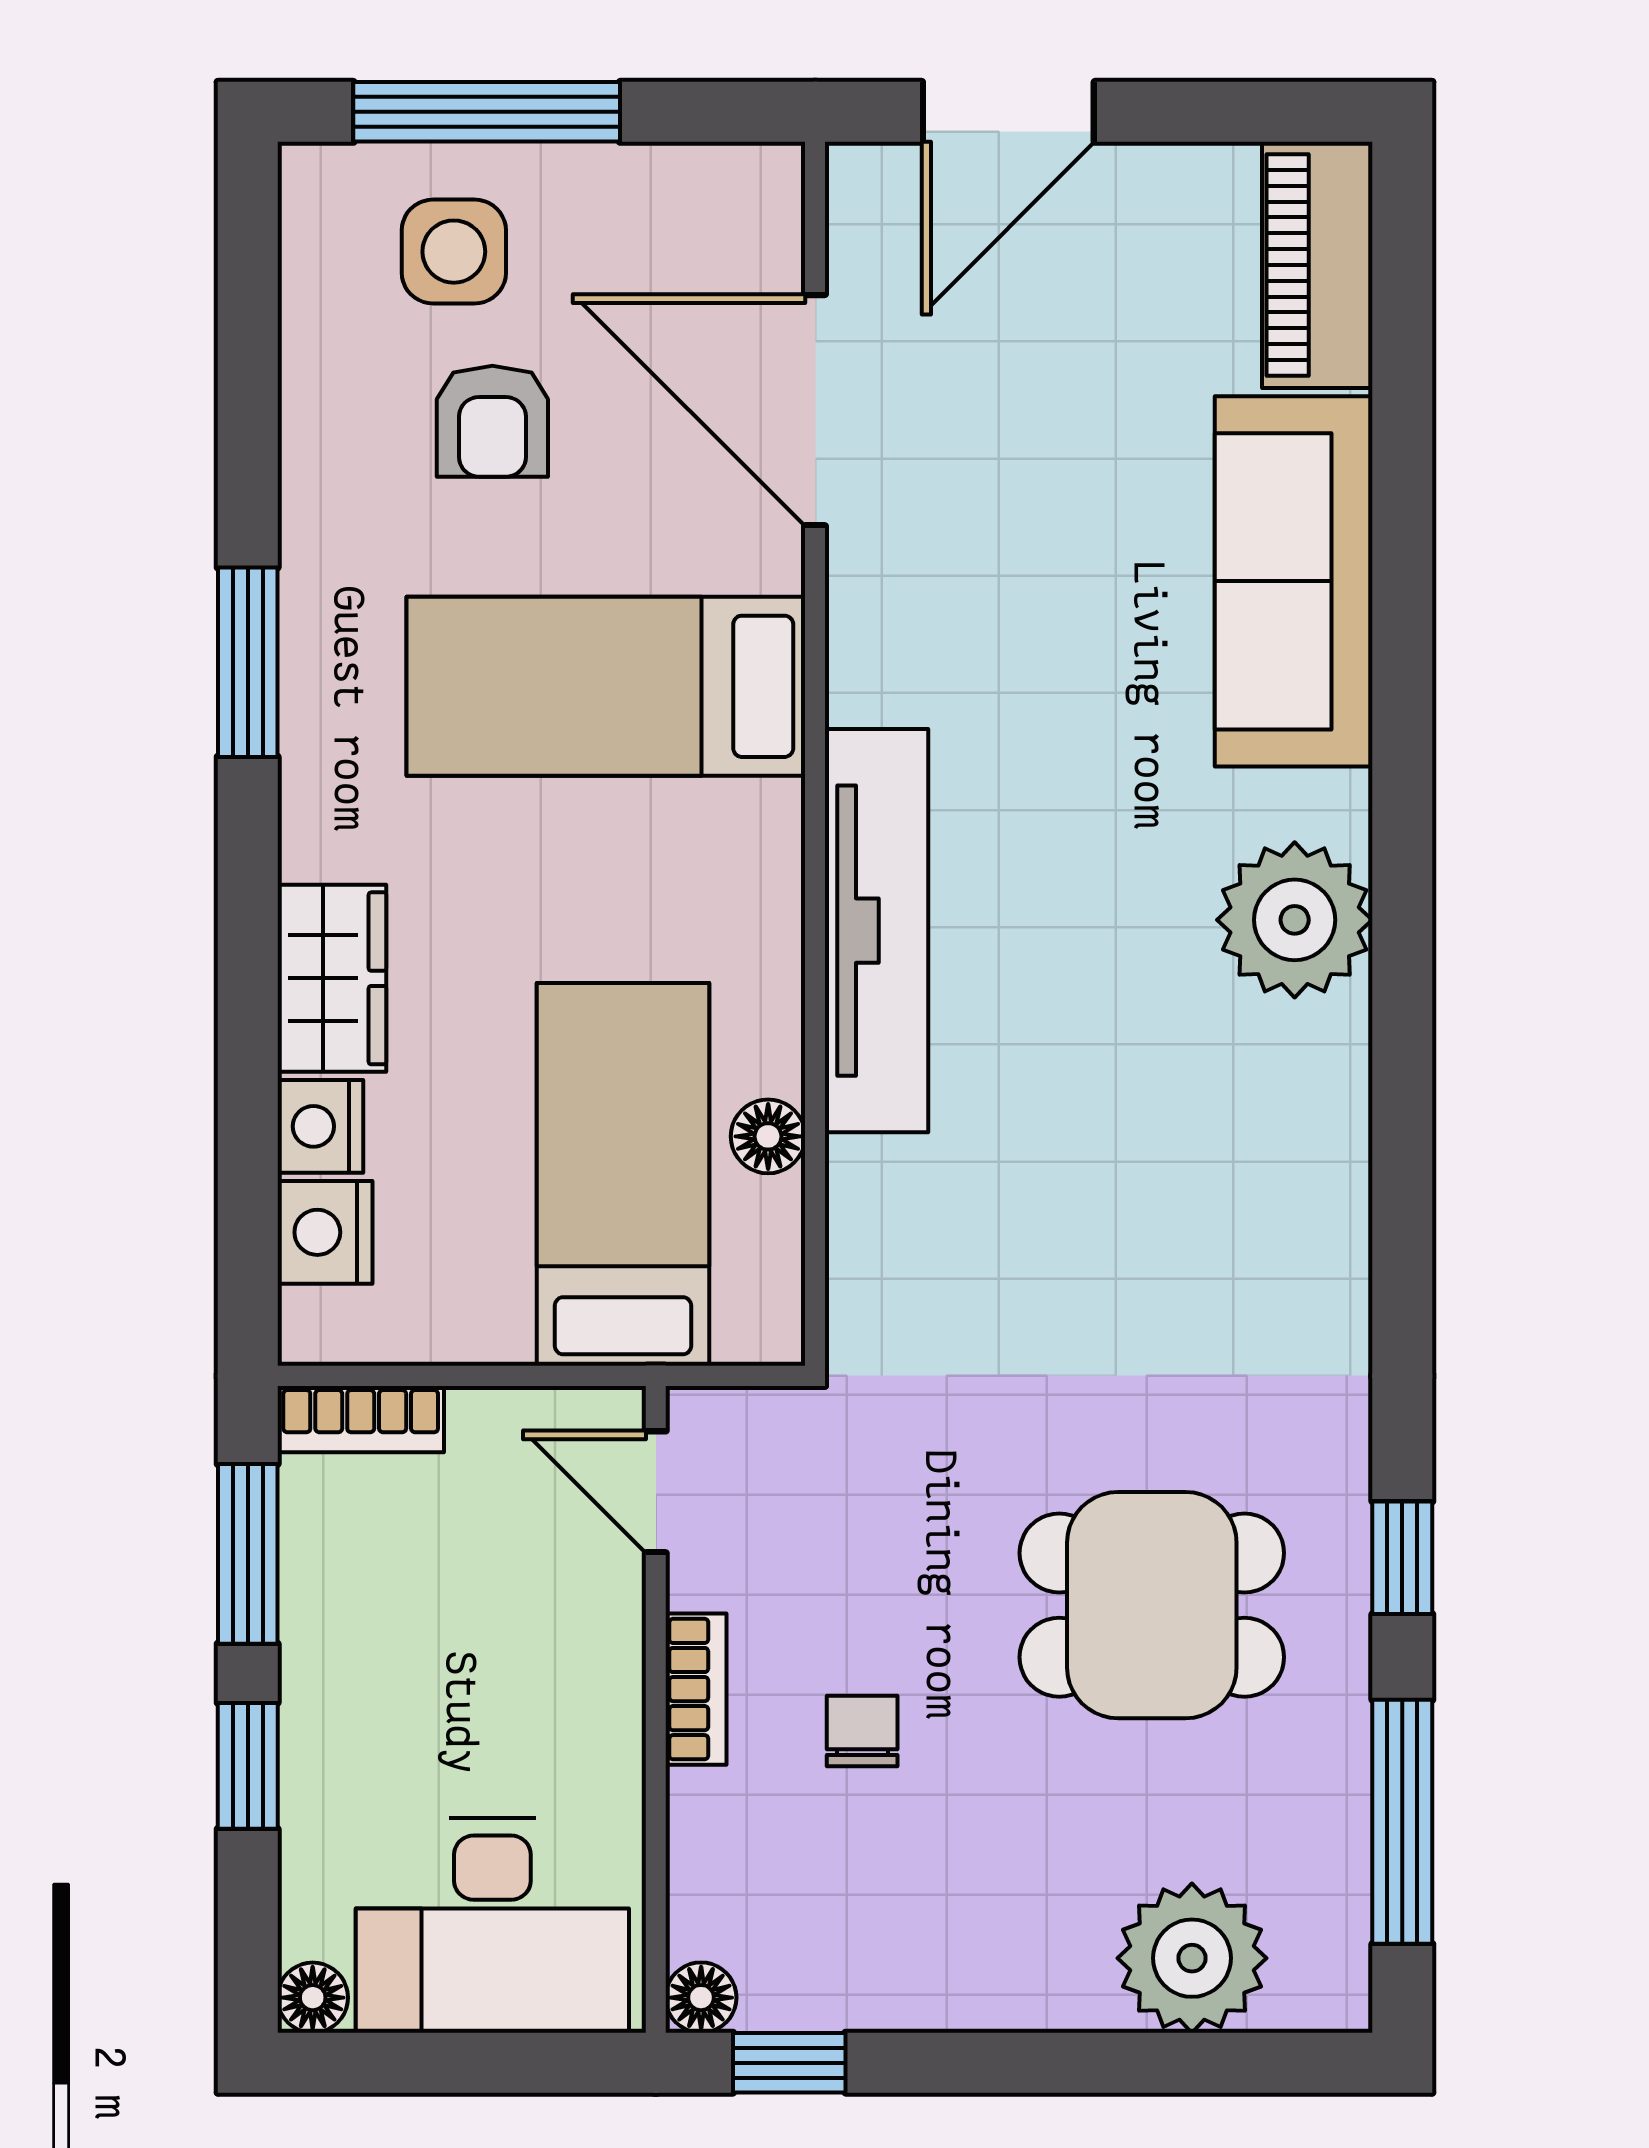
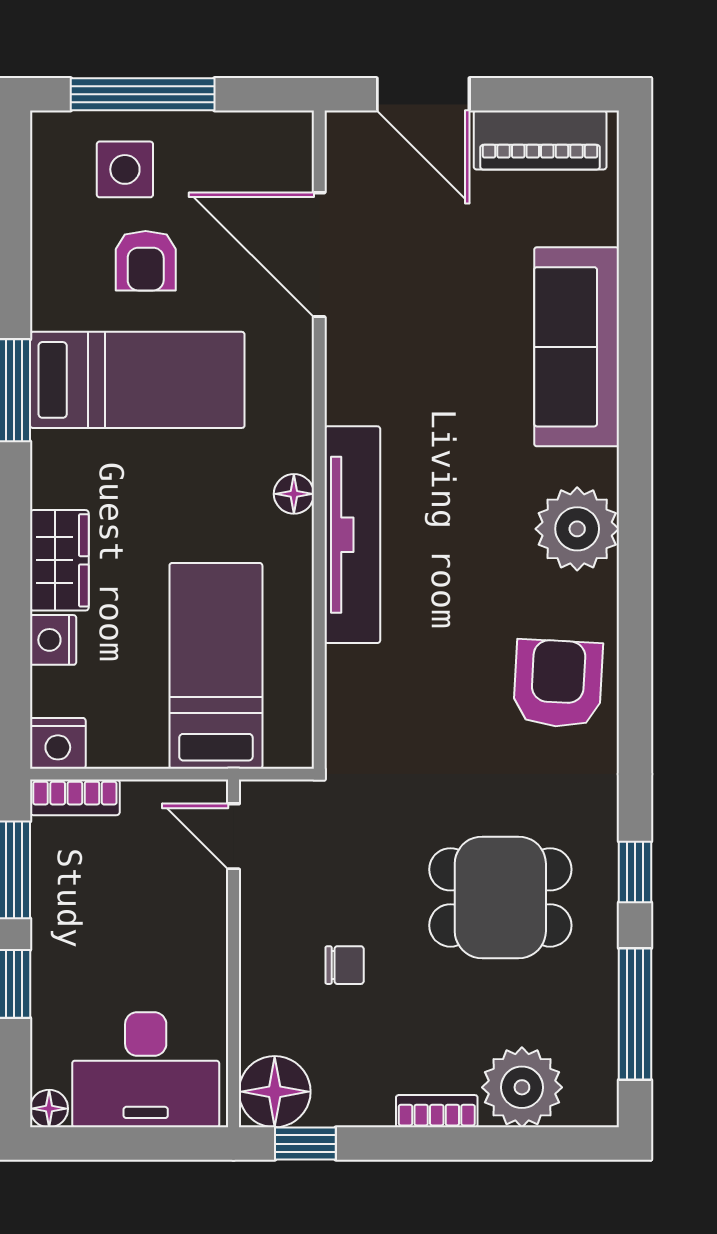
door: (1008, 112) -> (423, 94), hinge flipped
piano: (1317, 265) -> (540, 140), moved, turned -90
bed: (606, 686) -> (137, 380), moved, turned 180
floor lamp: (768, 1136) -> (294, 494), moved
armchair: (1259, 1208) -> (558, 684), added
nightstand: (325, 1232) -> (58, 743), moved, turned -90
bookcase: (696, 1689) -> (437, 1111), moved, turned -90
chair: (862, 1731) -> (345, 965), turned 90
floor lamp: (701, 1998) -> (275, 1092), width x1.89, depth x1.89

